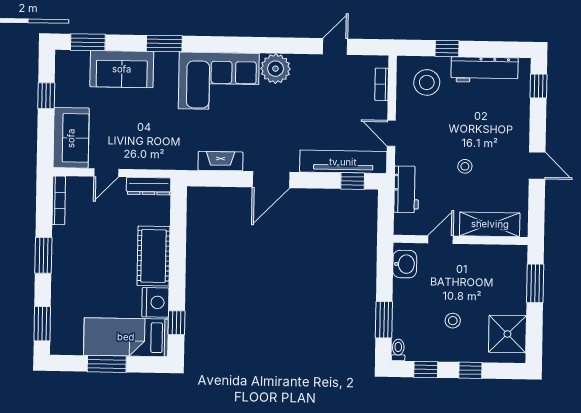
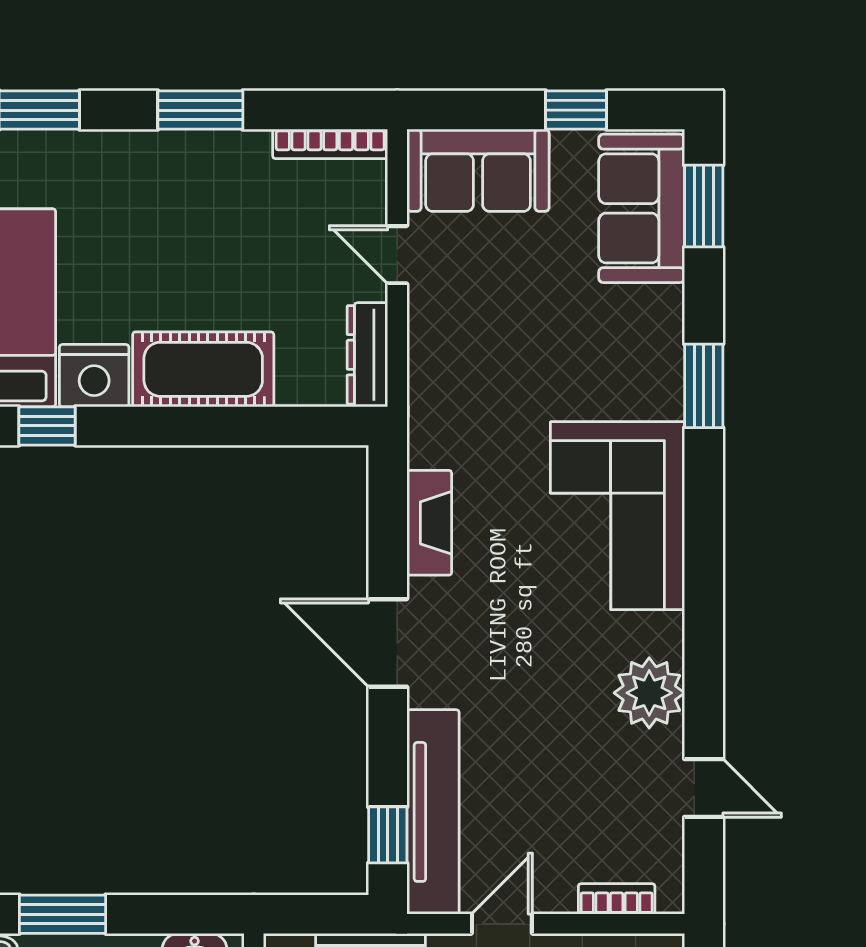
sofa: (122, 69) -> (642, 208), moved
plant: (276, 69) -> (649, 693), moved

